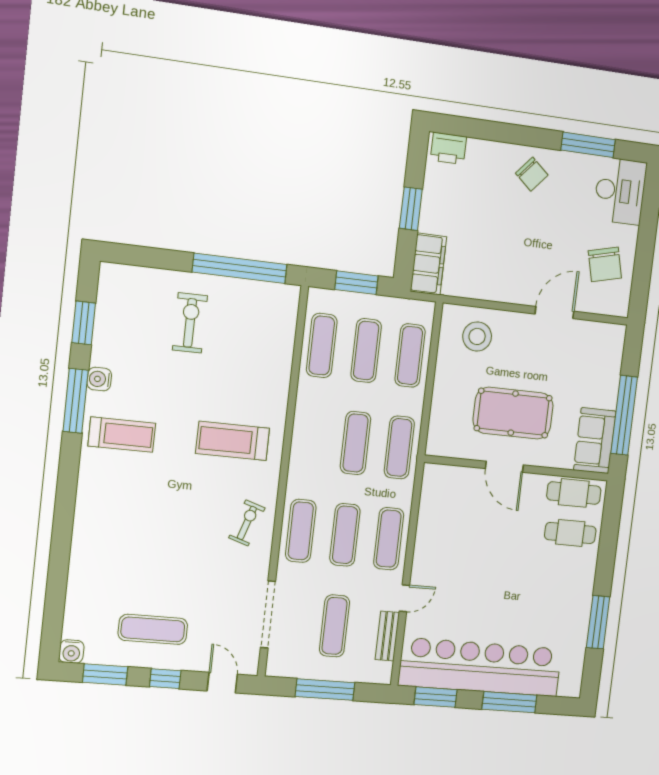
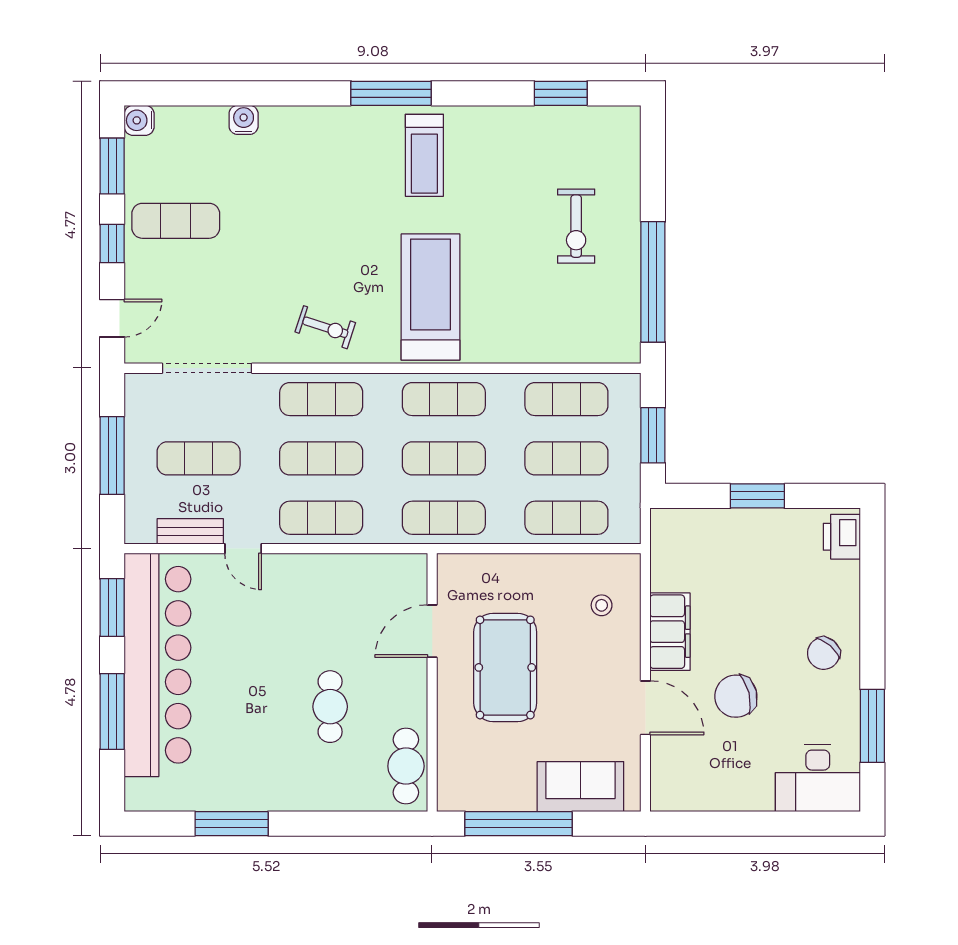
filing cabinet: (428, 264) -> (670, 632), moved, turned -90
chair: (605, 264) -> (736, 696), moved
exercise bike: (190, 323) -> (576, 226), turned 90
stool: (477, 336) -> (602, 605), width x0.53, depth x0.53
water cooler: (99, 379) -> (244, 120), moved
window: (76, 401) -> (391, 93), moved
exercise mat: (311, 439) -> (444, 399), added
treadmill: (233, 441) -> (430, 297), width x1.37, depth x1.38
sofa: (595, 441) -> (580, 787), moved
door: (504, 467) -> (432, 631), moved
cafe table: (570, 533) -> (330, 707), moved
exercise mat: (153, 629) -> (176, 221), turned 90

